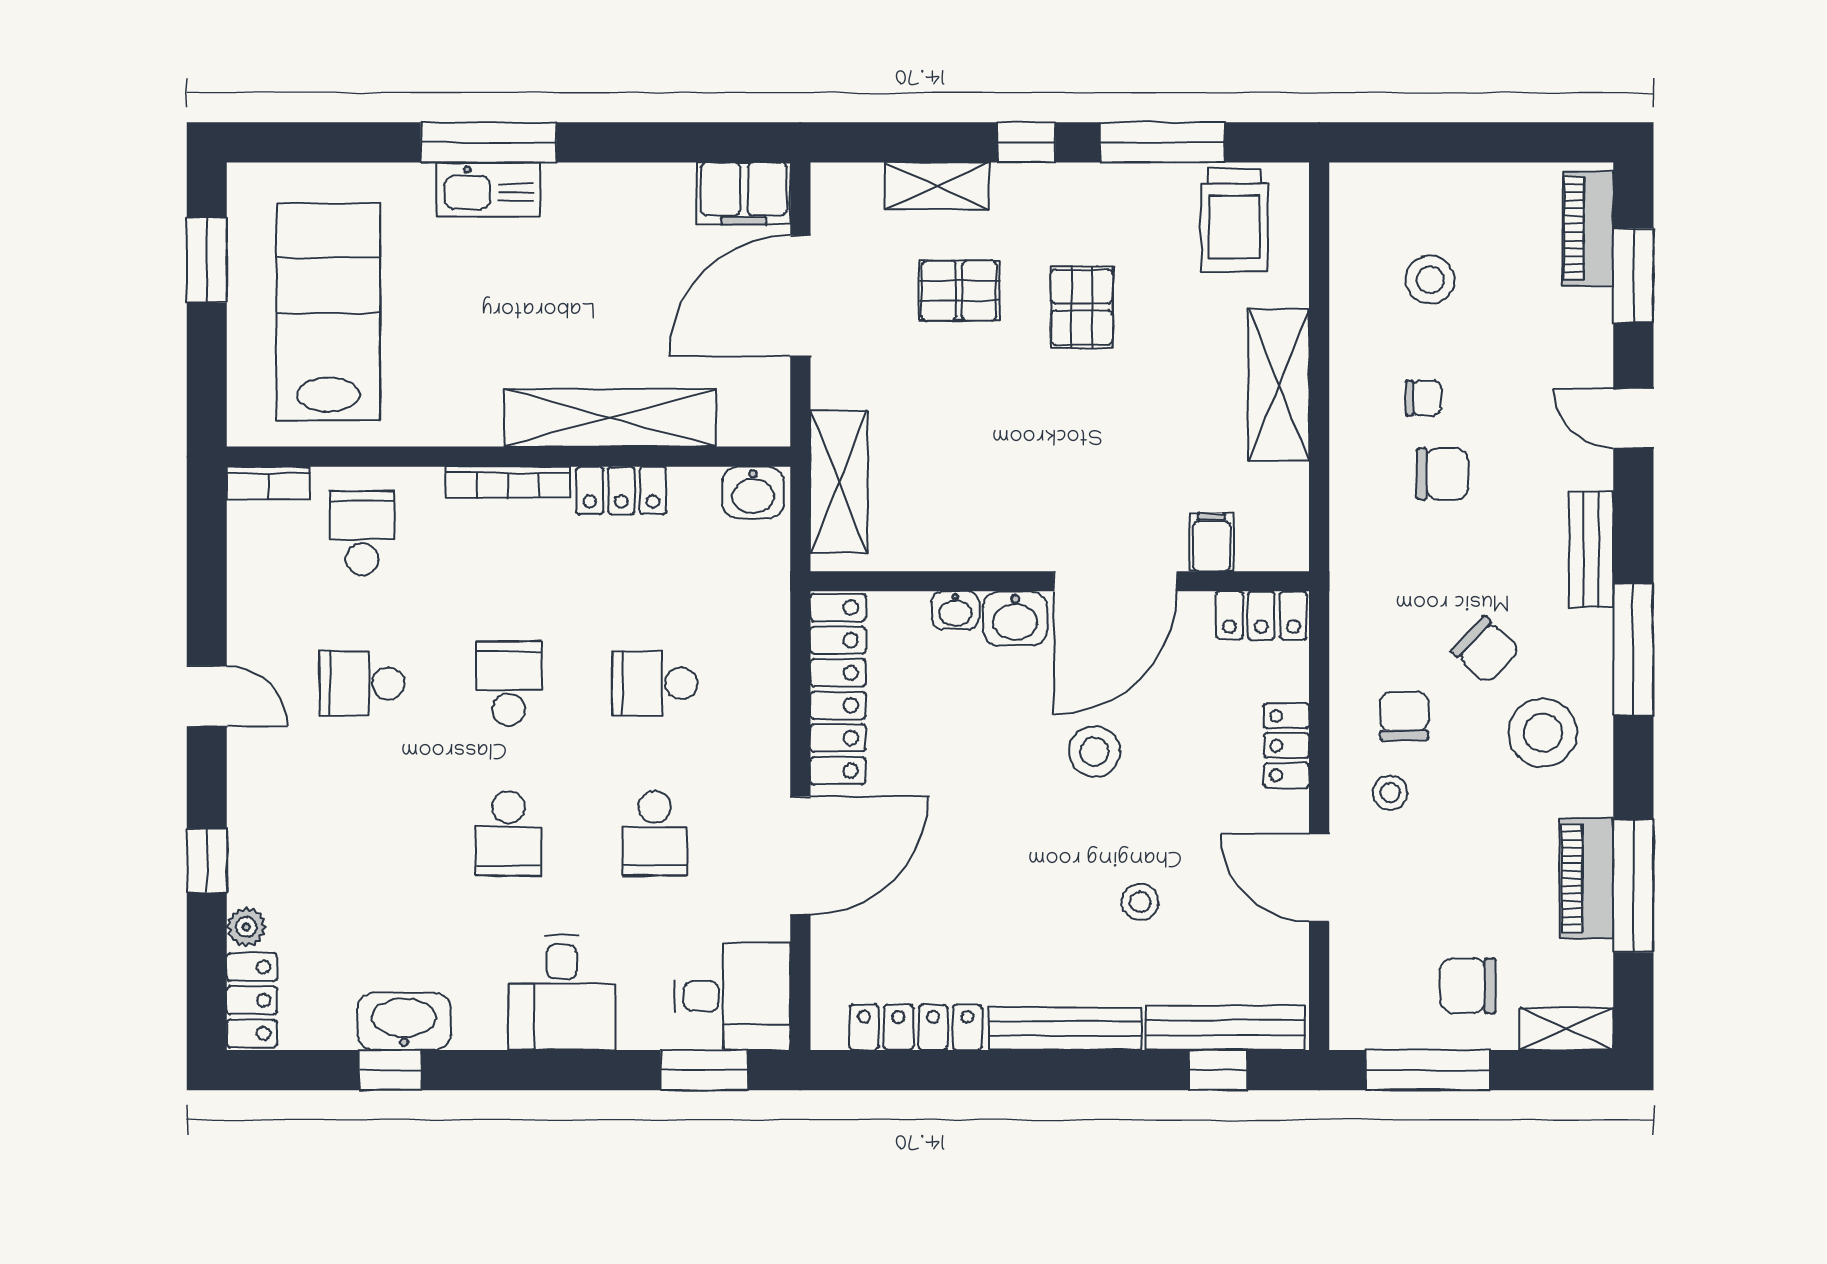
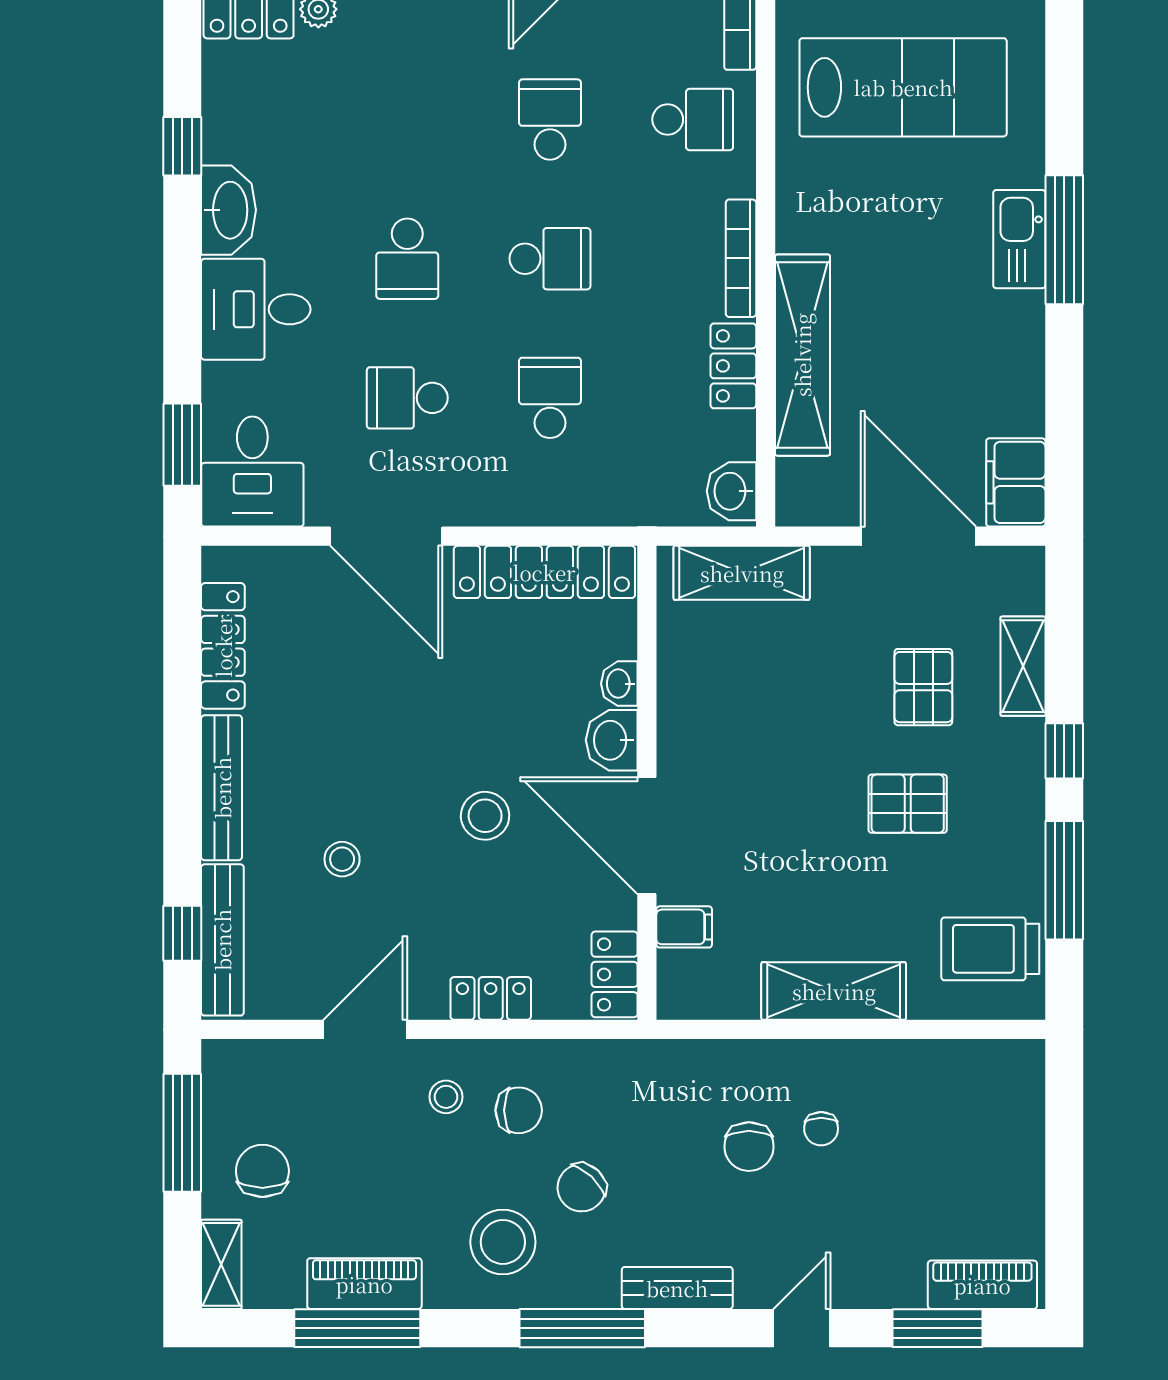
stool: (1430, 280) -> (934, 1135), removed
school desk: (509, 833) -> (407, 259), turned -90
washbasin: (404, 1021) -> (229, 210), moved

